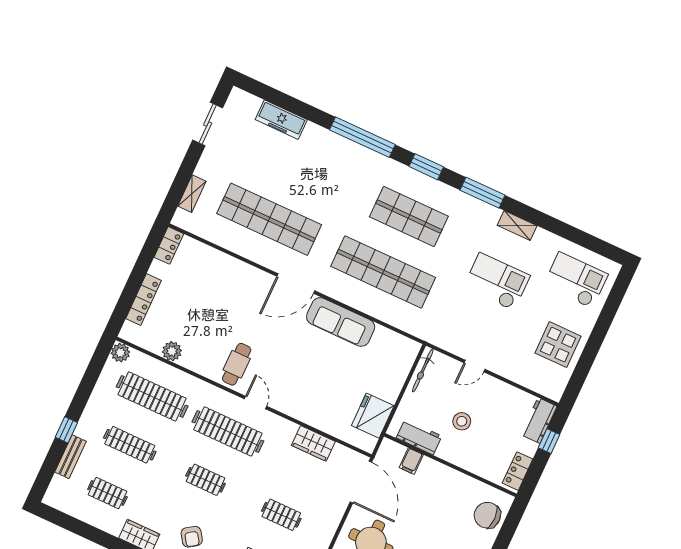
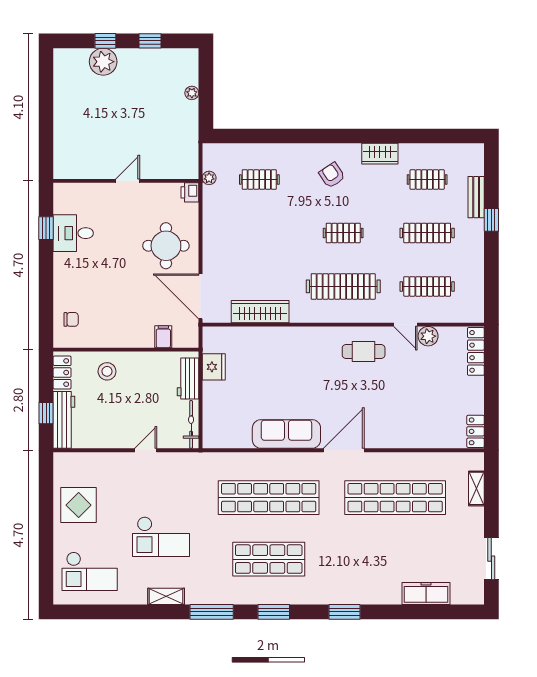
window: (362, 137) -> (345, 612), width x0.47
locker: (143, 300) -> (476, 351), moved
plant: (120, 353) -> (475, 313), removed
cafe table: (237, 364) -> (364, 352), turned 90
clothes rail: (152, 396) -> (427, 286), width x0.73, depth x0.76
door: (256, 403) -> (405, 325), moved
fridge: (373, 416) -> (214, 367), width x0.73, depth x0.75
workbench: (539, 420) -> (64, 420), width x1.38
stool: (462, 421) -> (107, 371), moved
workbench: (419, 437) -> (188, 379), moved, turned 90
wardrobe: (313, 443) -> (260, 312), width x1.50
clothes rail: (281, 515) -> (259, 233), removed
chair: (487, 515) -> (71, 319), width x0.54, depth x0.54

